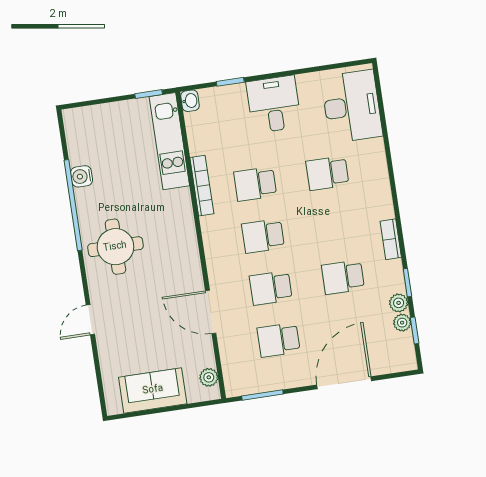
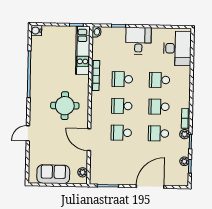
water cooler: (82, 176) -> (36, 31), moved
round table: (115, 247) -> (65, 106), moved
plant: (399, 303) -> (185, 134), moved
school desk: (279, 340) -> (159, 107), moved

